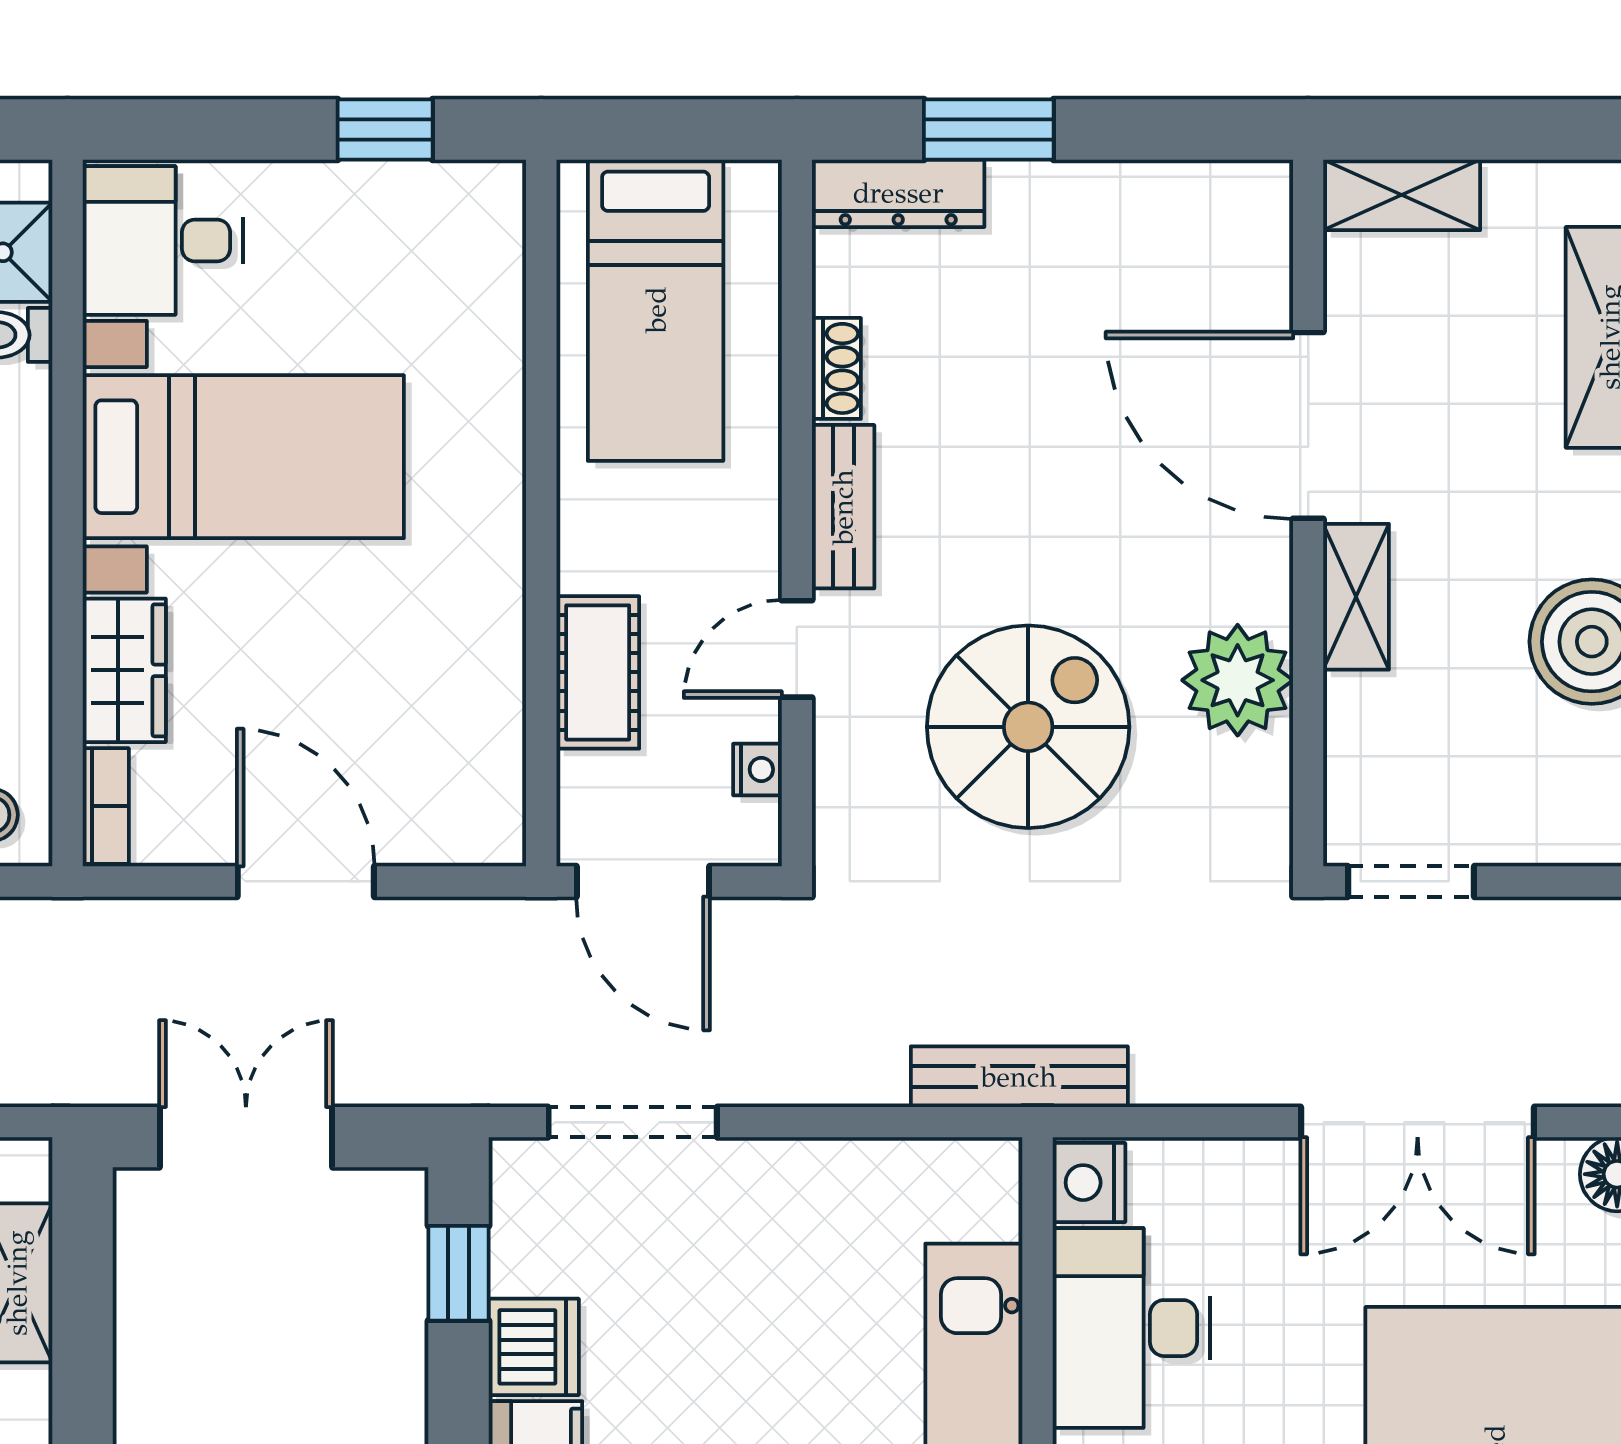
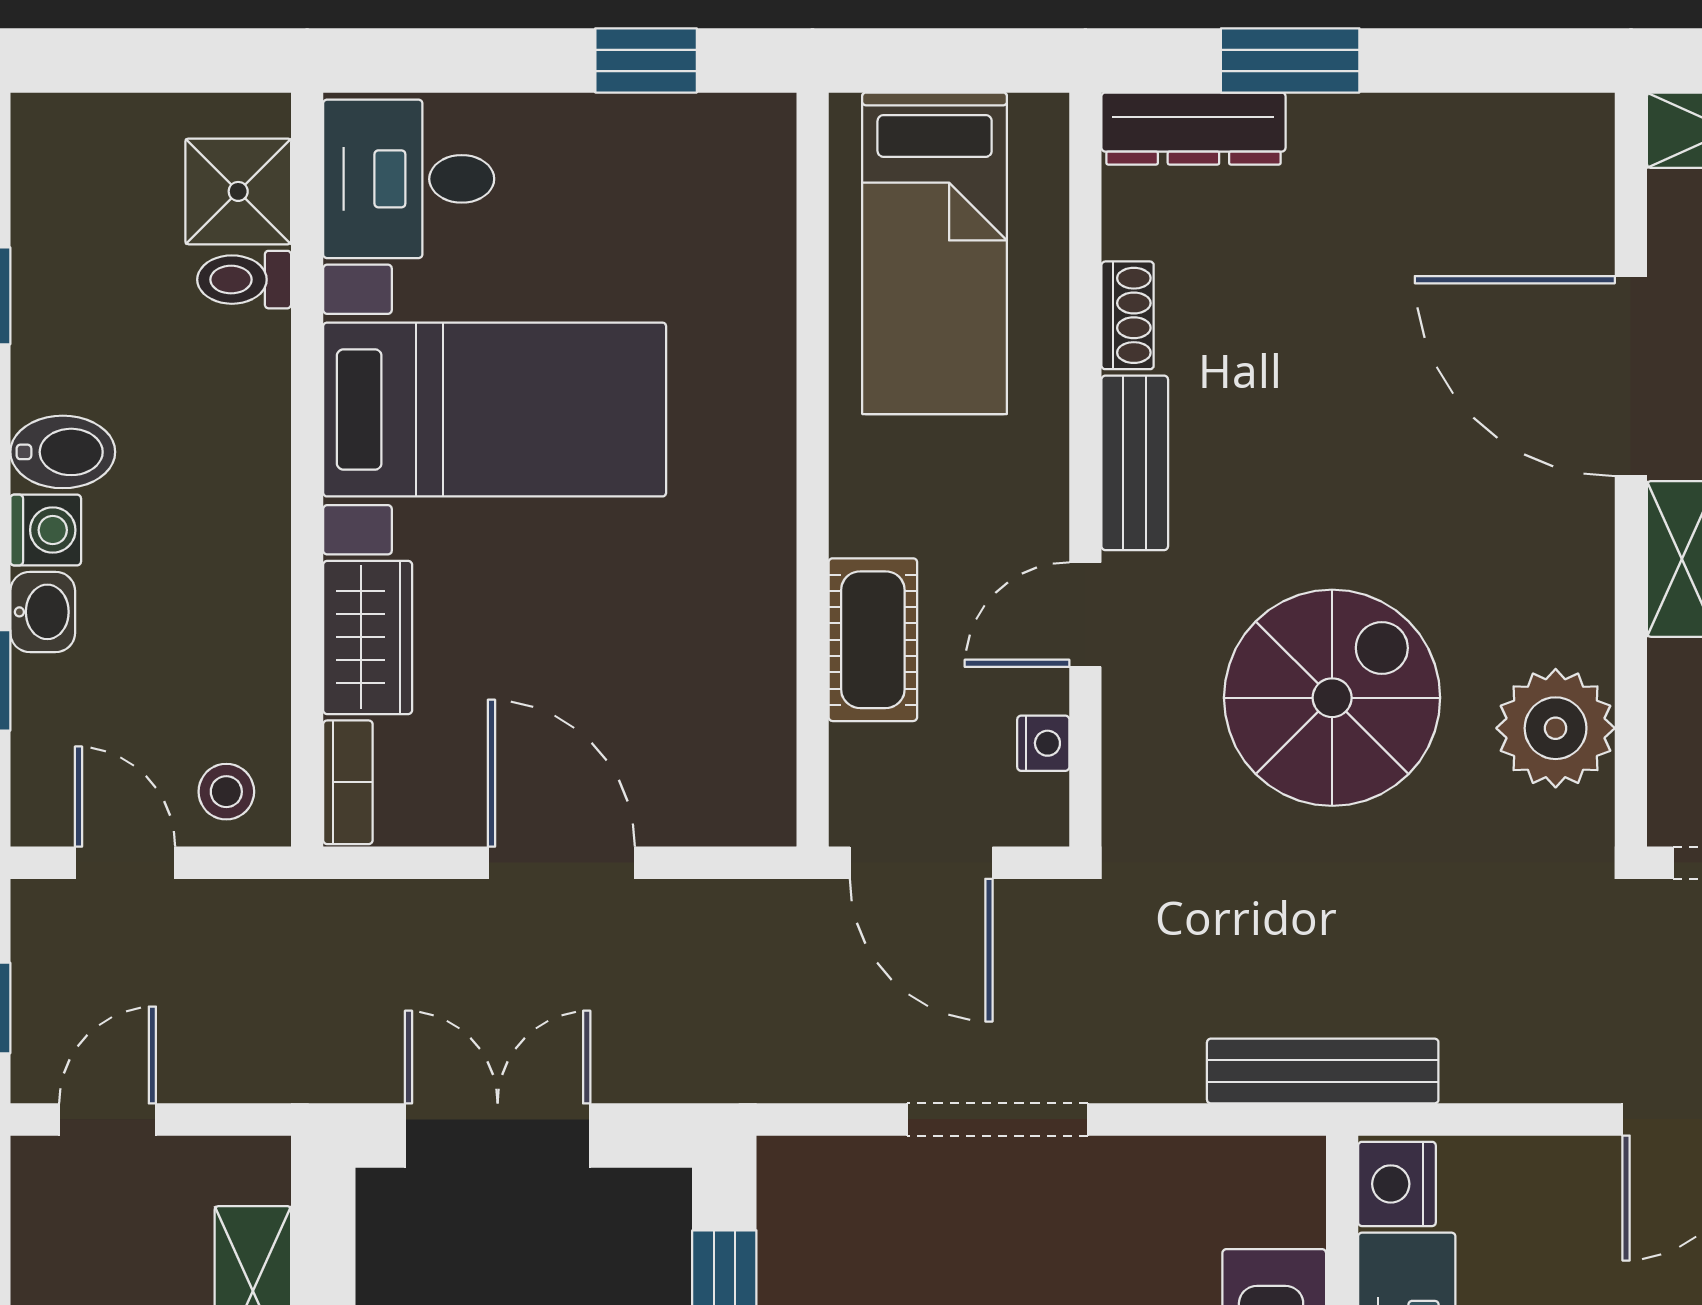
plant: (1238, 680) -> (1556, 728), moved
doorway: (633, 1122) -> (998, 1119), moved

